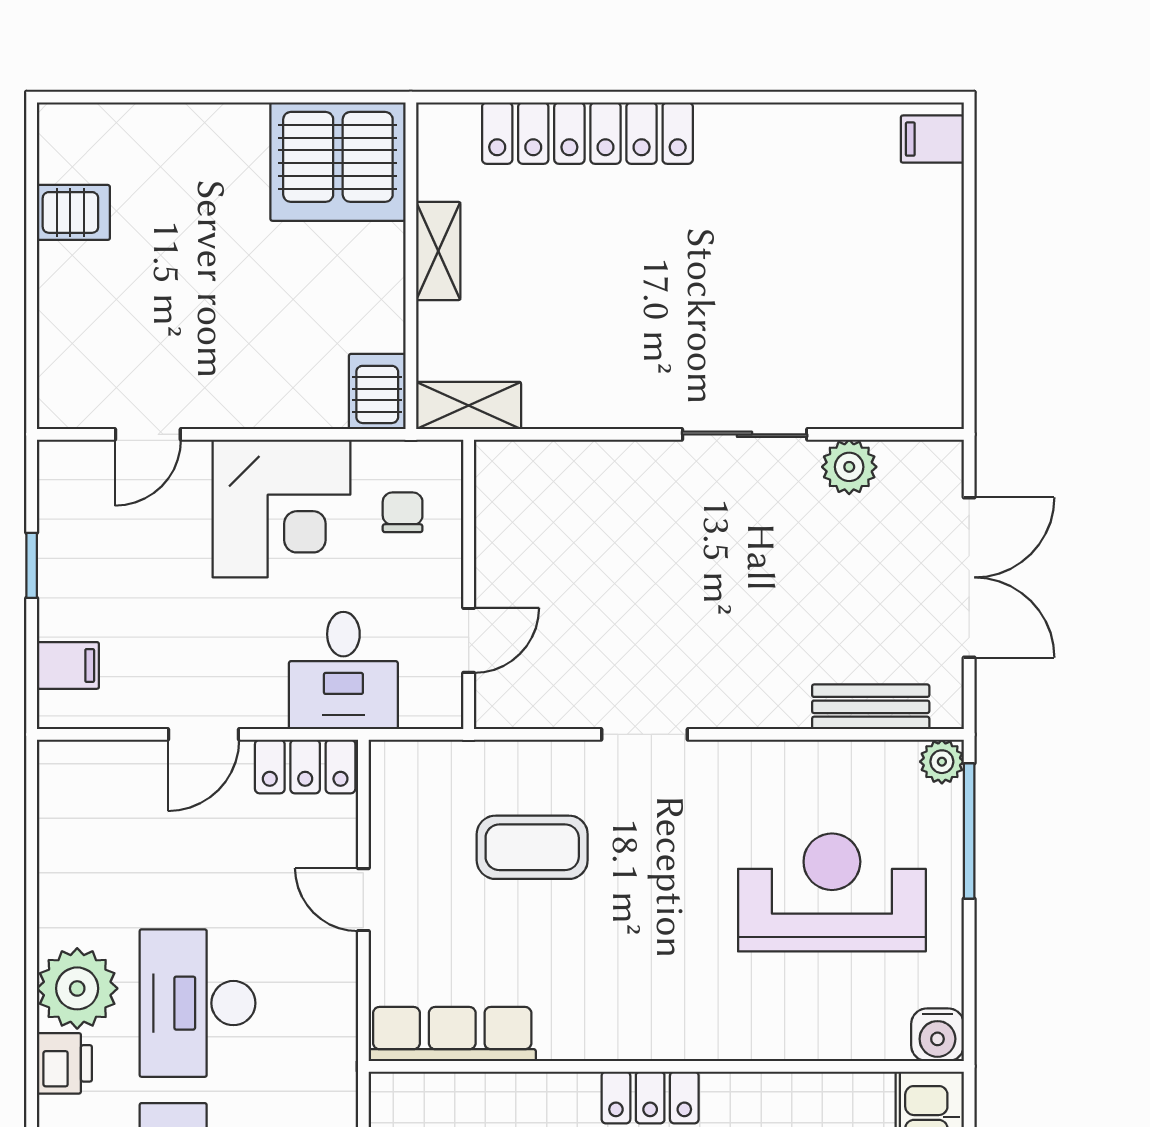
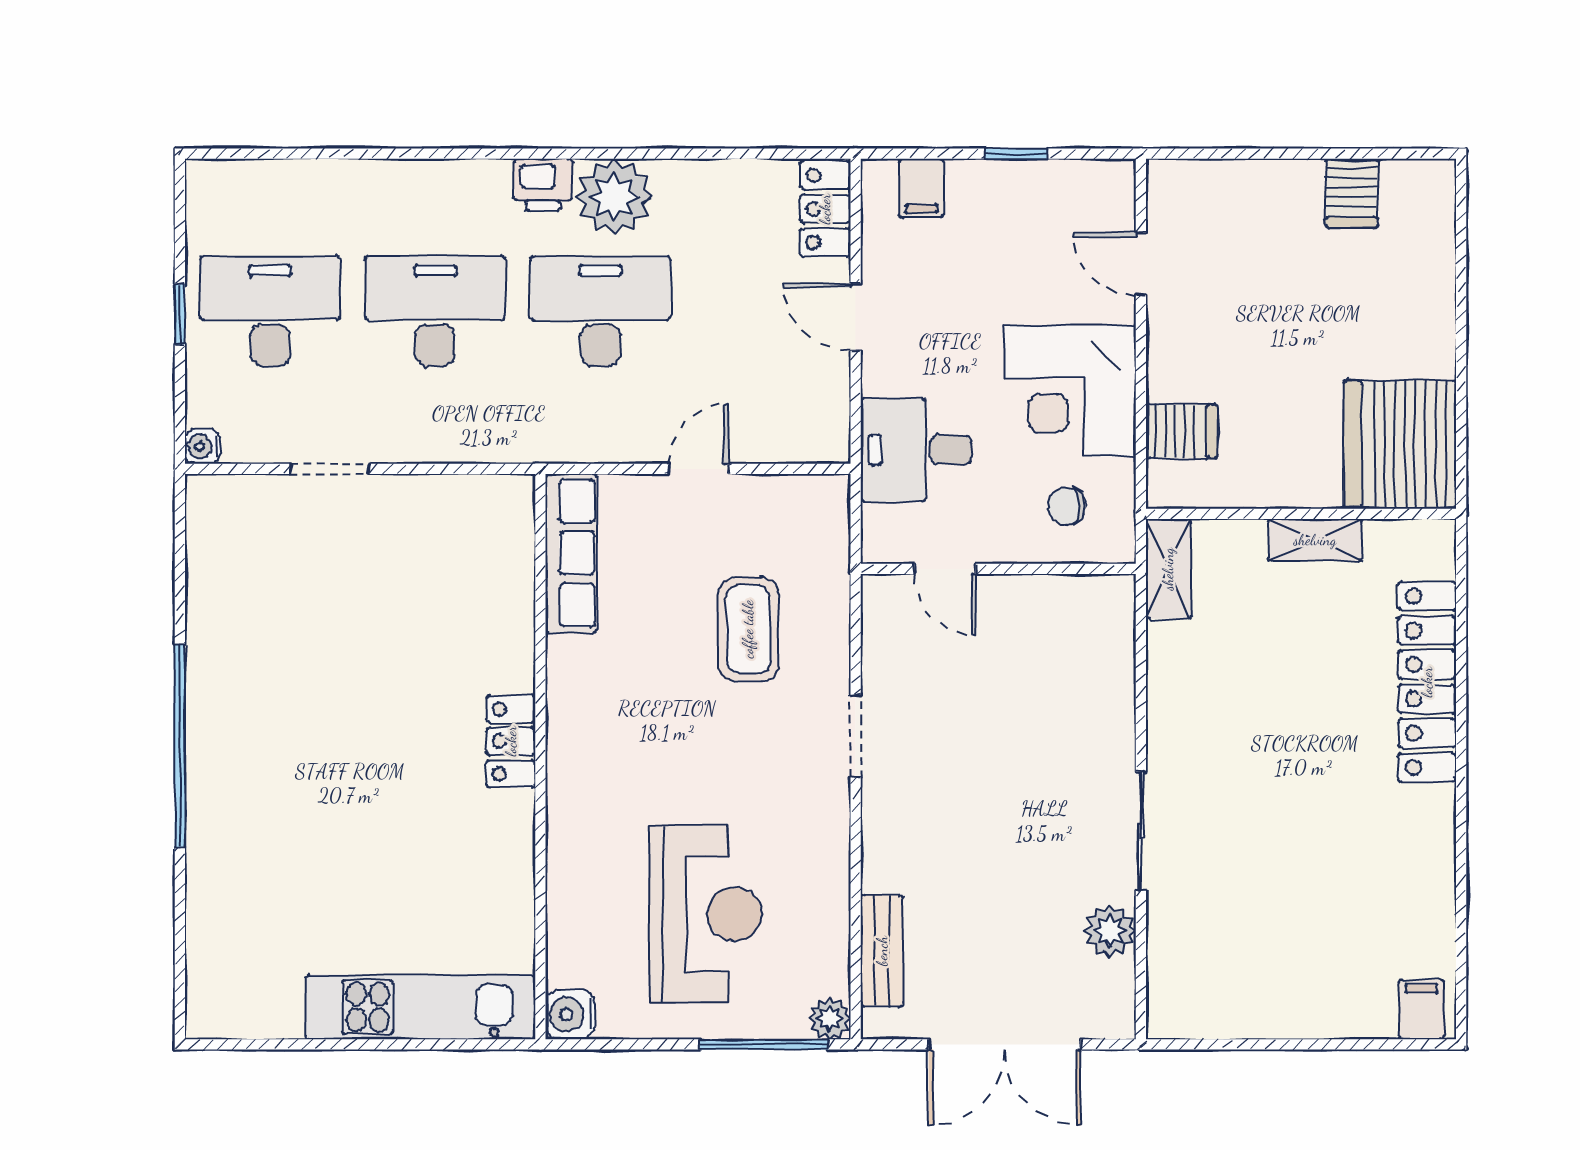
server rack: (377, 391) -> (1182, 431), moved
chair: (403, 512) -> (1067, 506), turned 180
locker: (305, 767) -> (825, 209), moved

